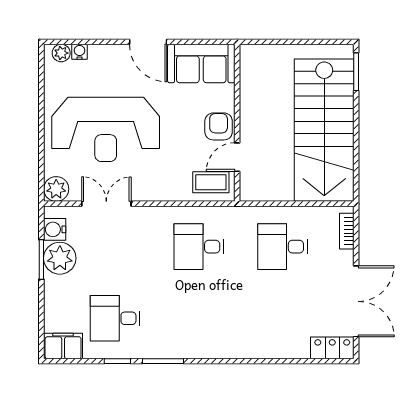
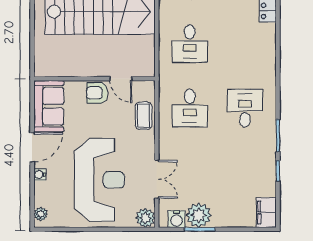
water cooler: (79, 52) -> (40, 174), moved
coffee table: (211, 182) -> (144, 116), moved
double door: (106, 204) -> (157, 179), swing flipped
desk: (115, 318) -> (245, 108), moved, turned 180

